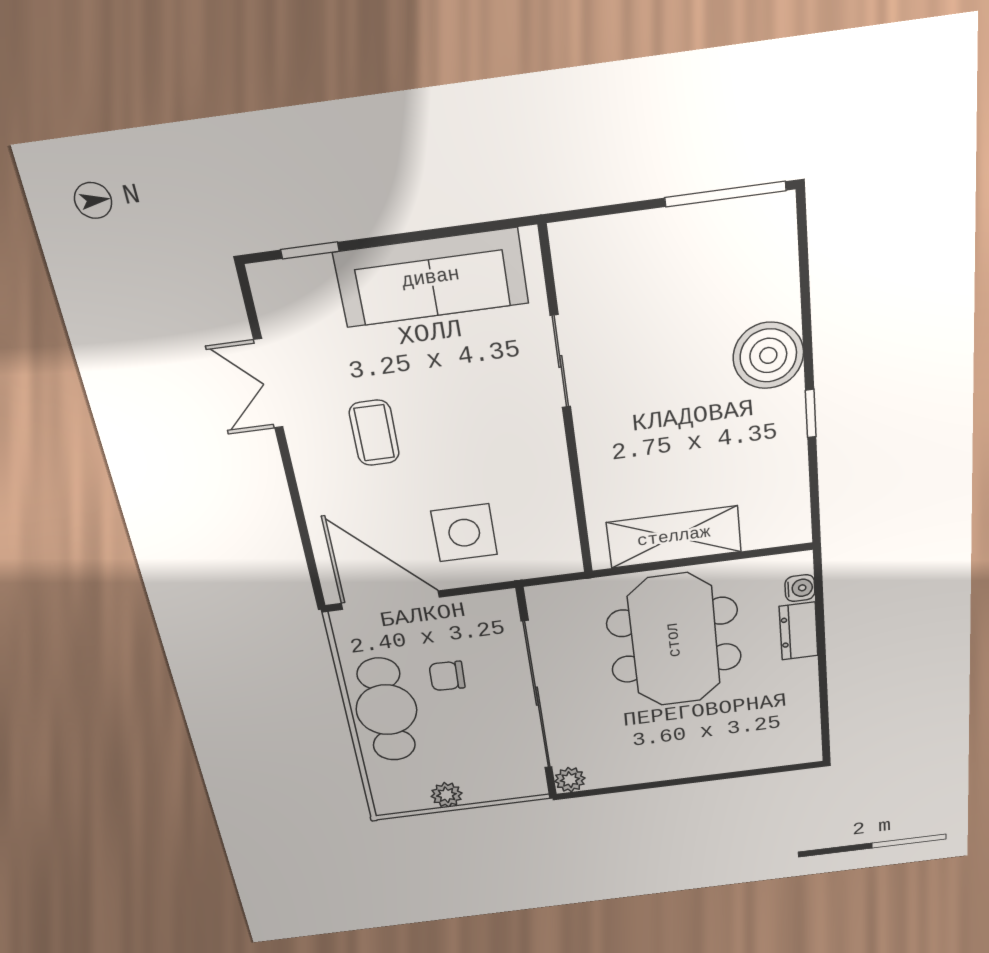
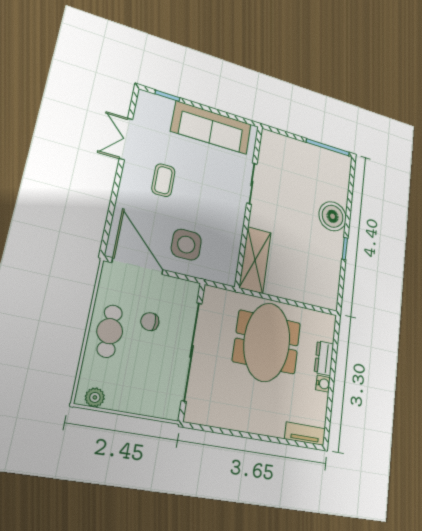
shelving: (674, 537) -> (255, 260), moved, turned 90
water cooler: (800, 588) -> (323, 384), moved
cafe table: (386, 710) -> (110, 331), width x0.73, depth x0.74
tv unit: (783, 754) -> (305, 434), added
plant: (570, 780) -> (193, 414), removed
plant: (447, 795) -> (95, 397), moved

